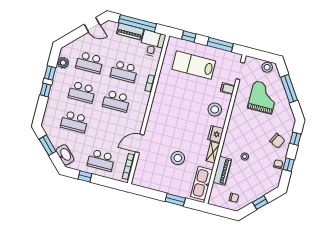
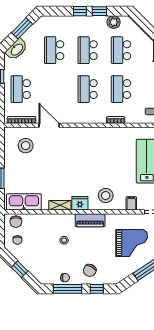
stool: (178, 158) -> (26, 146), moved
window: (289, 165) -> (68, 289), width x2.17
piano: (222, 171) -> (90, 220), moved
chair: (217, 195) -> (16, 222), added

